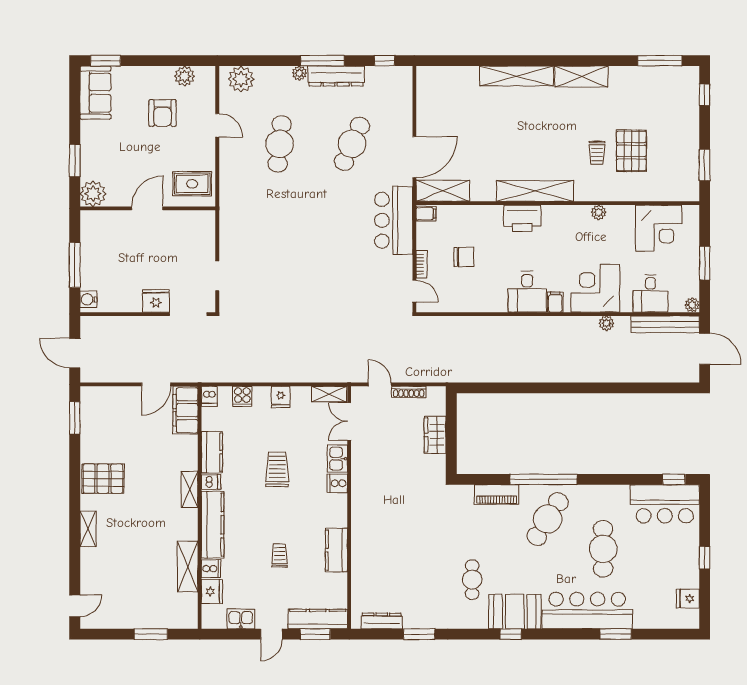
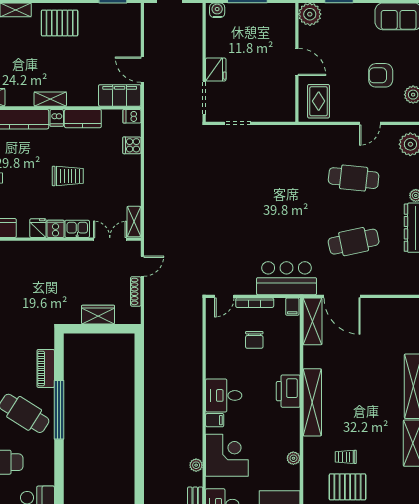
cafe table: (352, 144) -> (354, 242), turned -36
bookcase: (422, 264) -> (255, 303), width x1.56
fridge: (281, 397) -> (38, 228), moved, turned 90
pallet: (103, 479) -> (60, 23), turned 90

